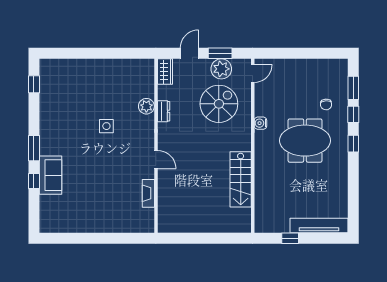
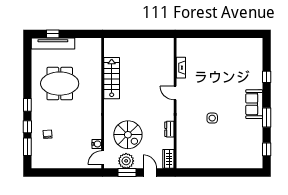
door: (190, 53) -> (150, 173), swing flipped
spiral stairs: (219, 104) -> (128, 135), turned -90
plant: (146, 106) -> (182, 133), removed
water cooler: (260, 123) -> (97, 144), moved
meeting table: (305, 141) -> (60, 84), moved
window: (34, 148) -> (267, 117), moved
sofa: (50, 175) -> (254, 104), moved
window: (290, 238) -> (53, 34), moved

